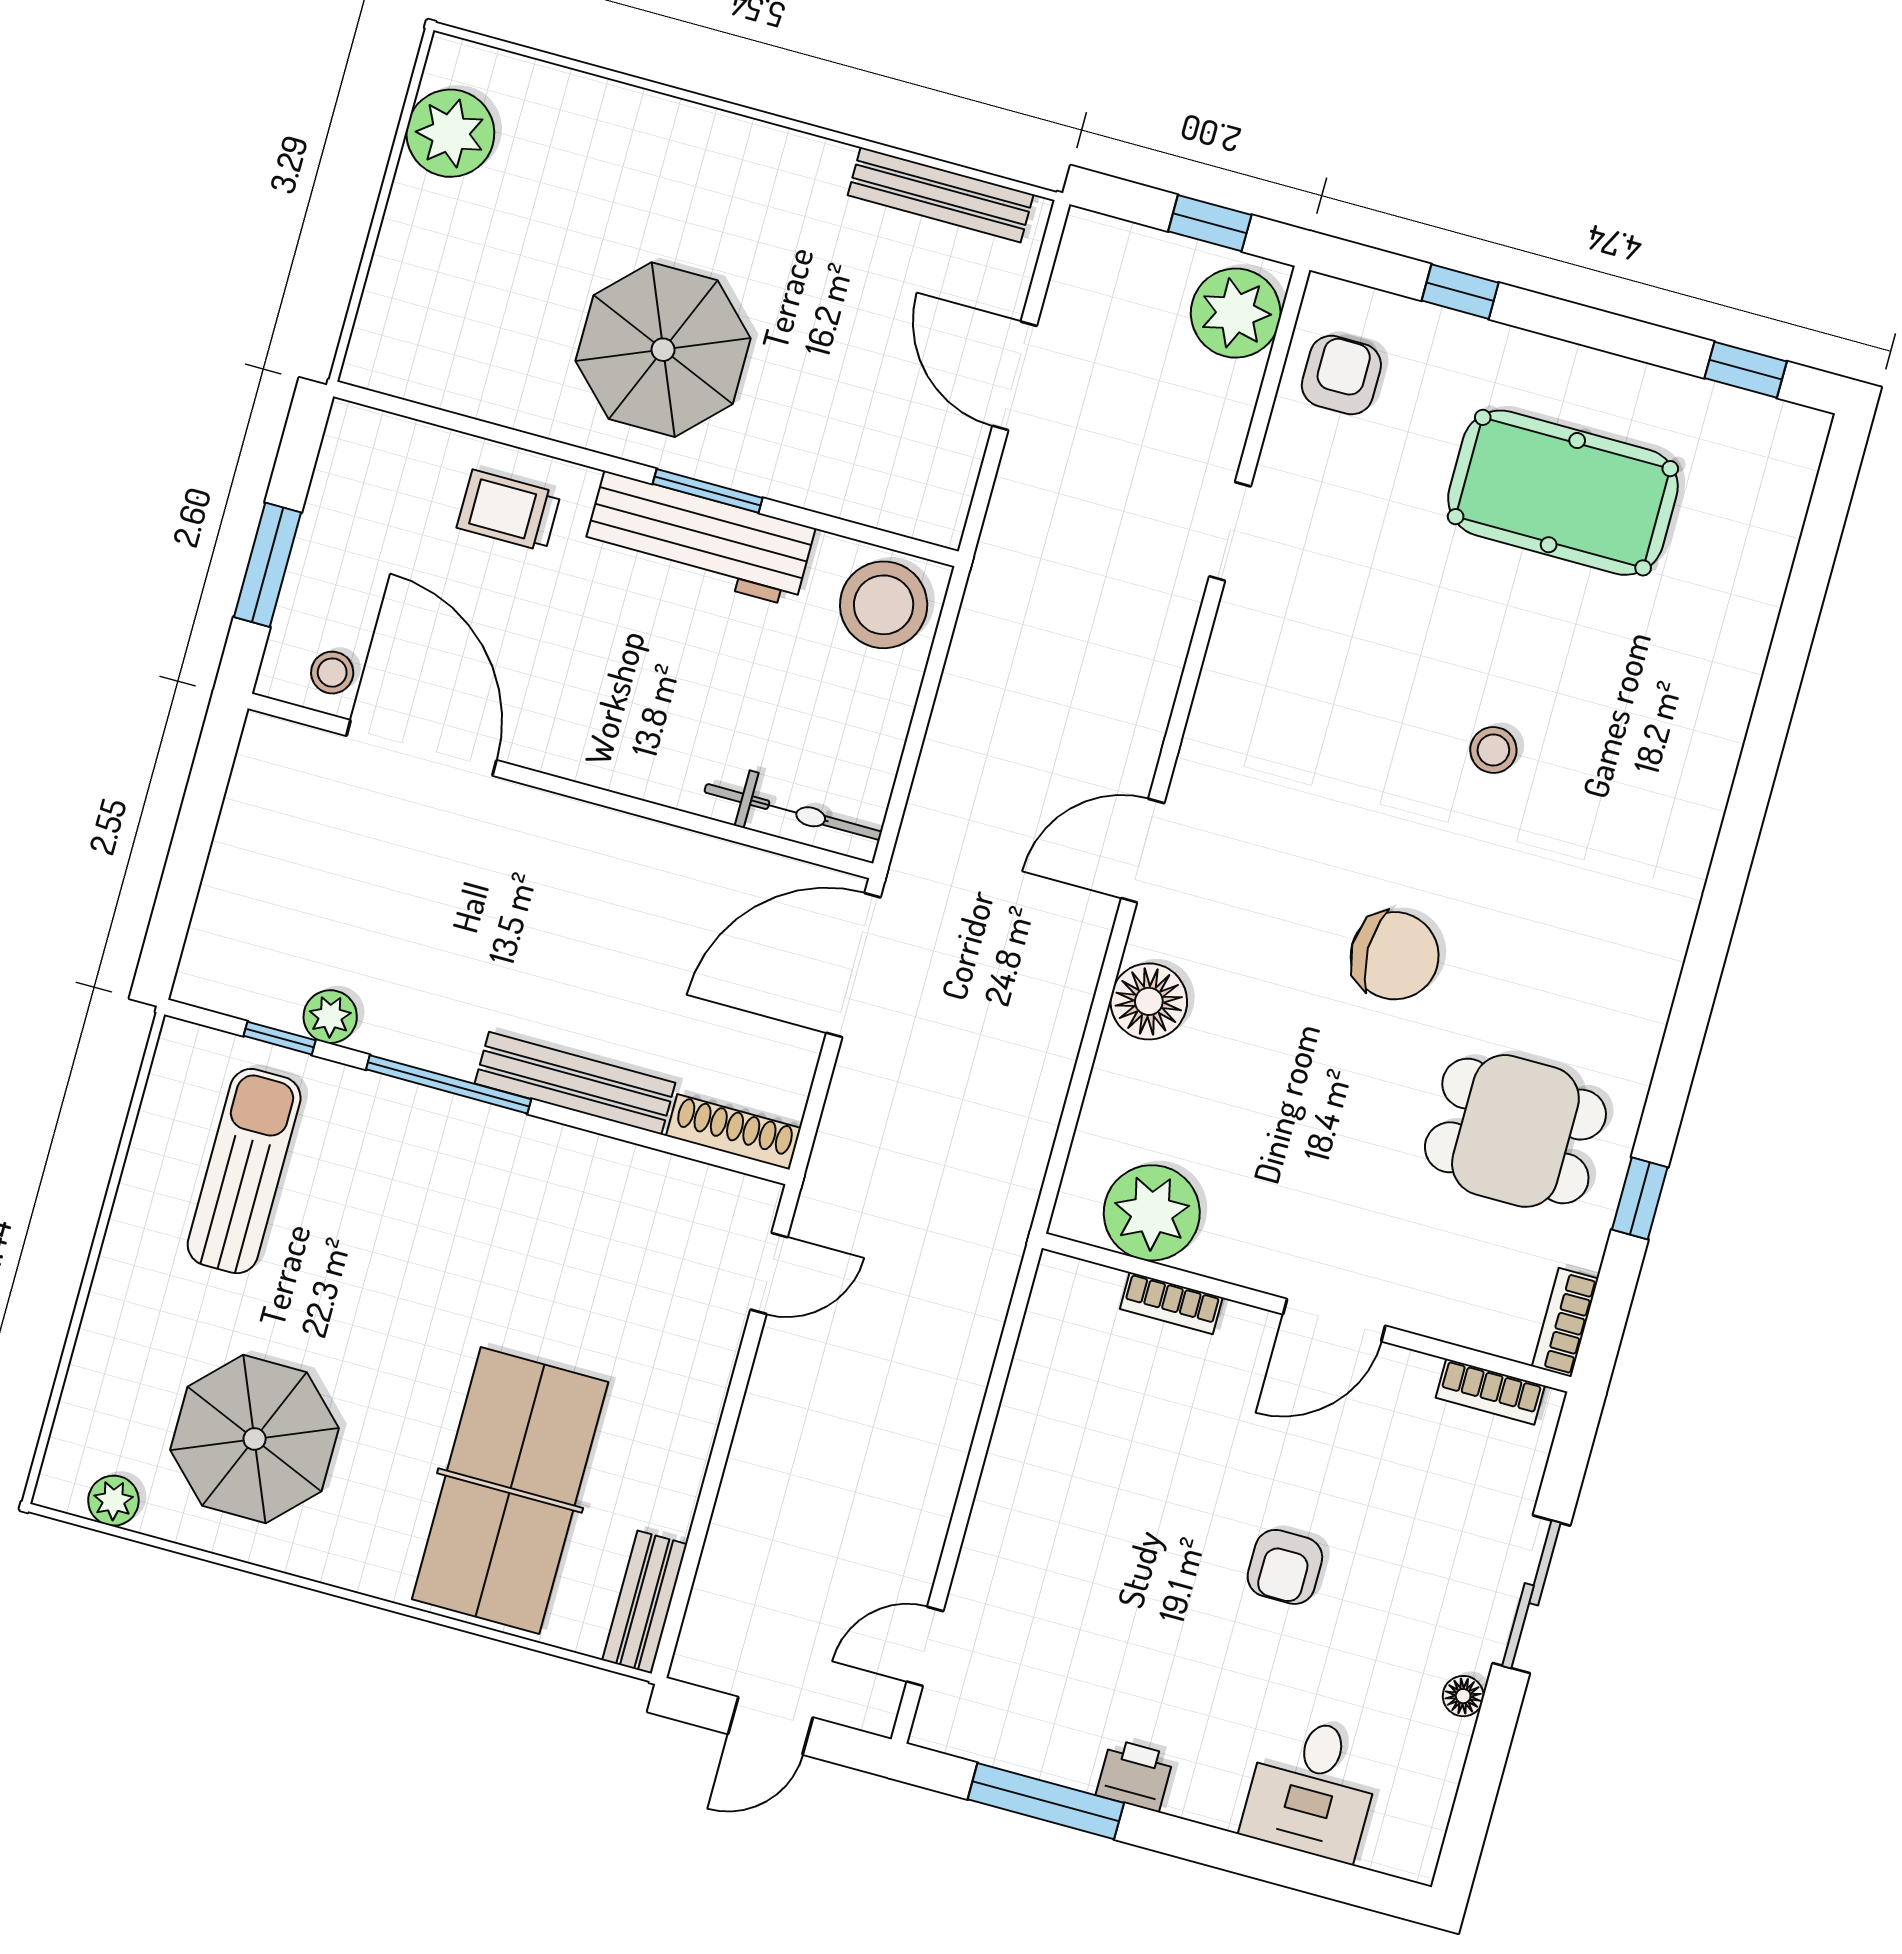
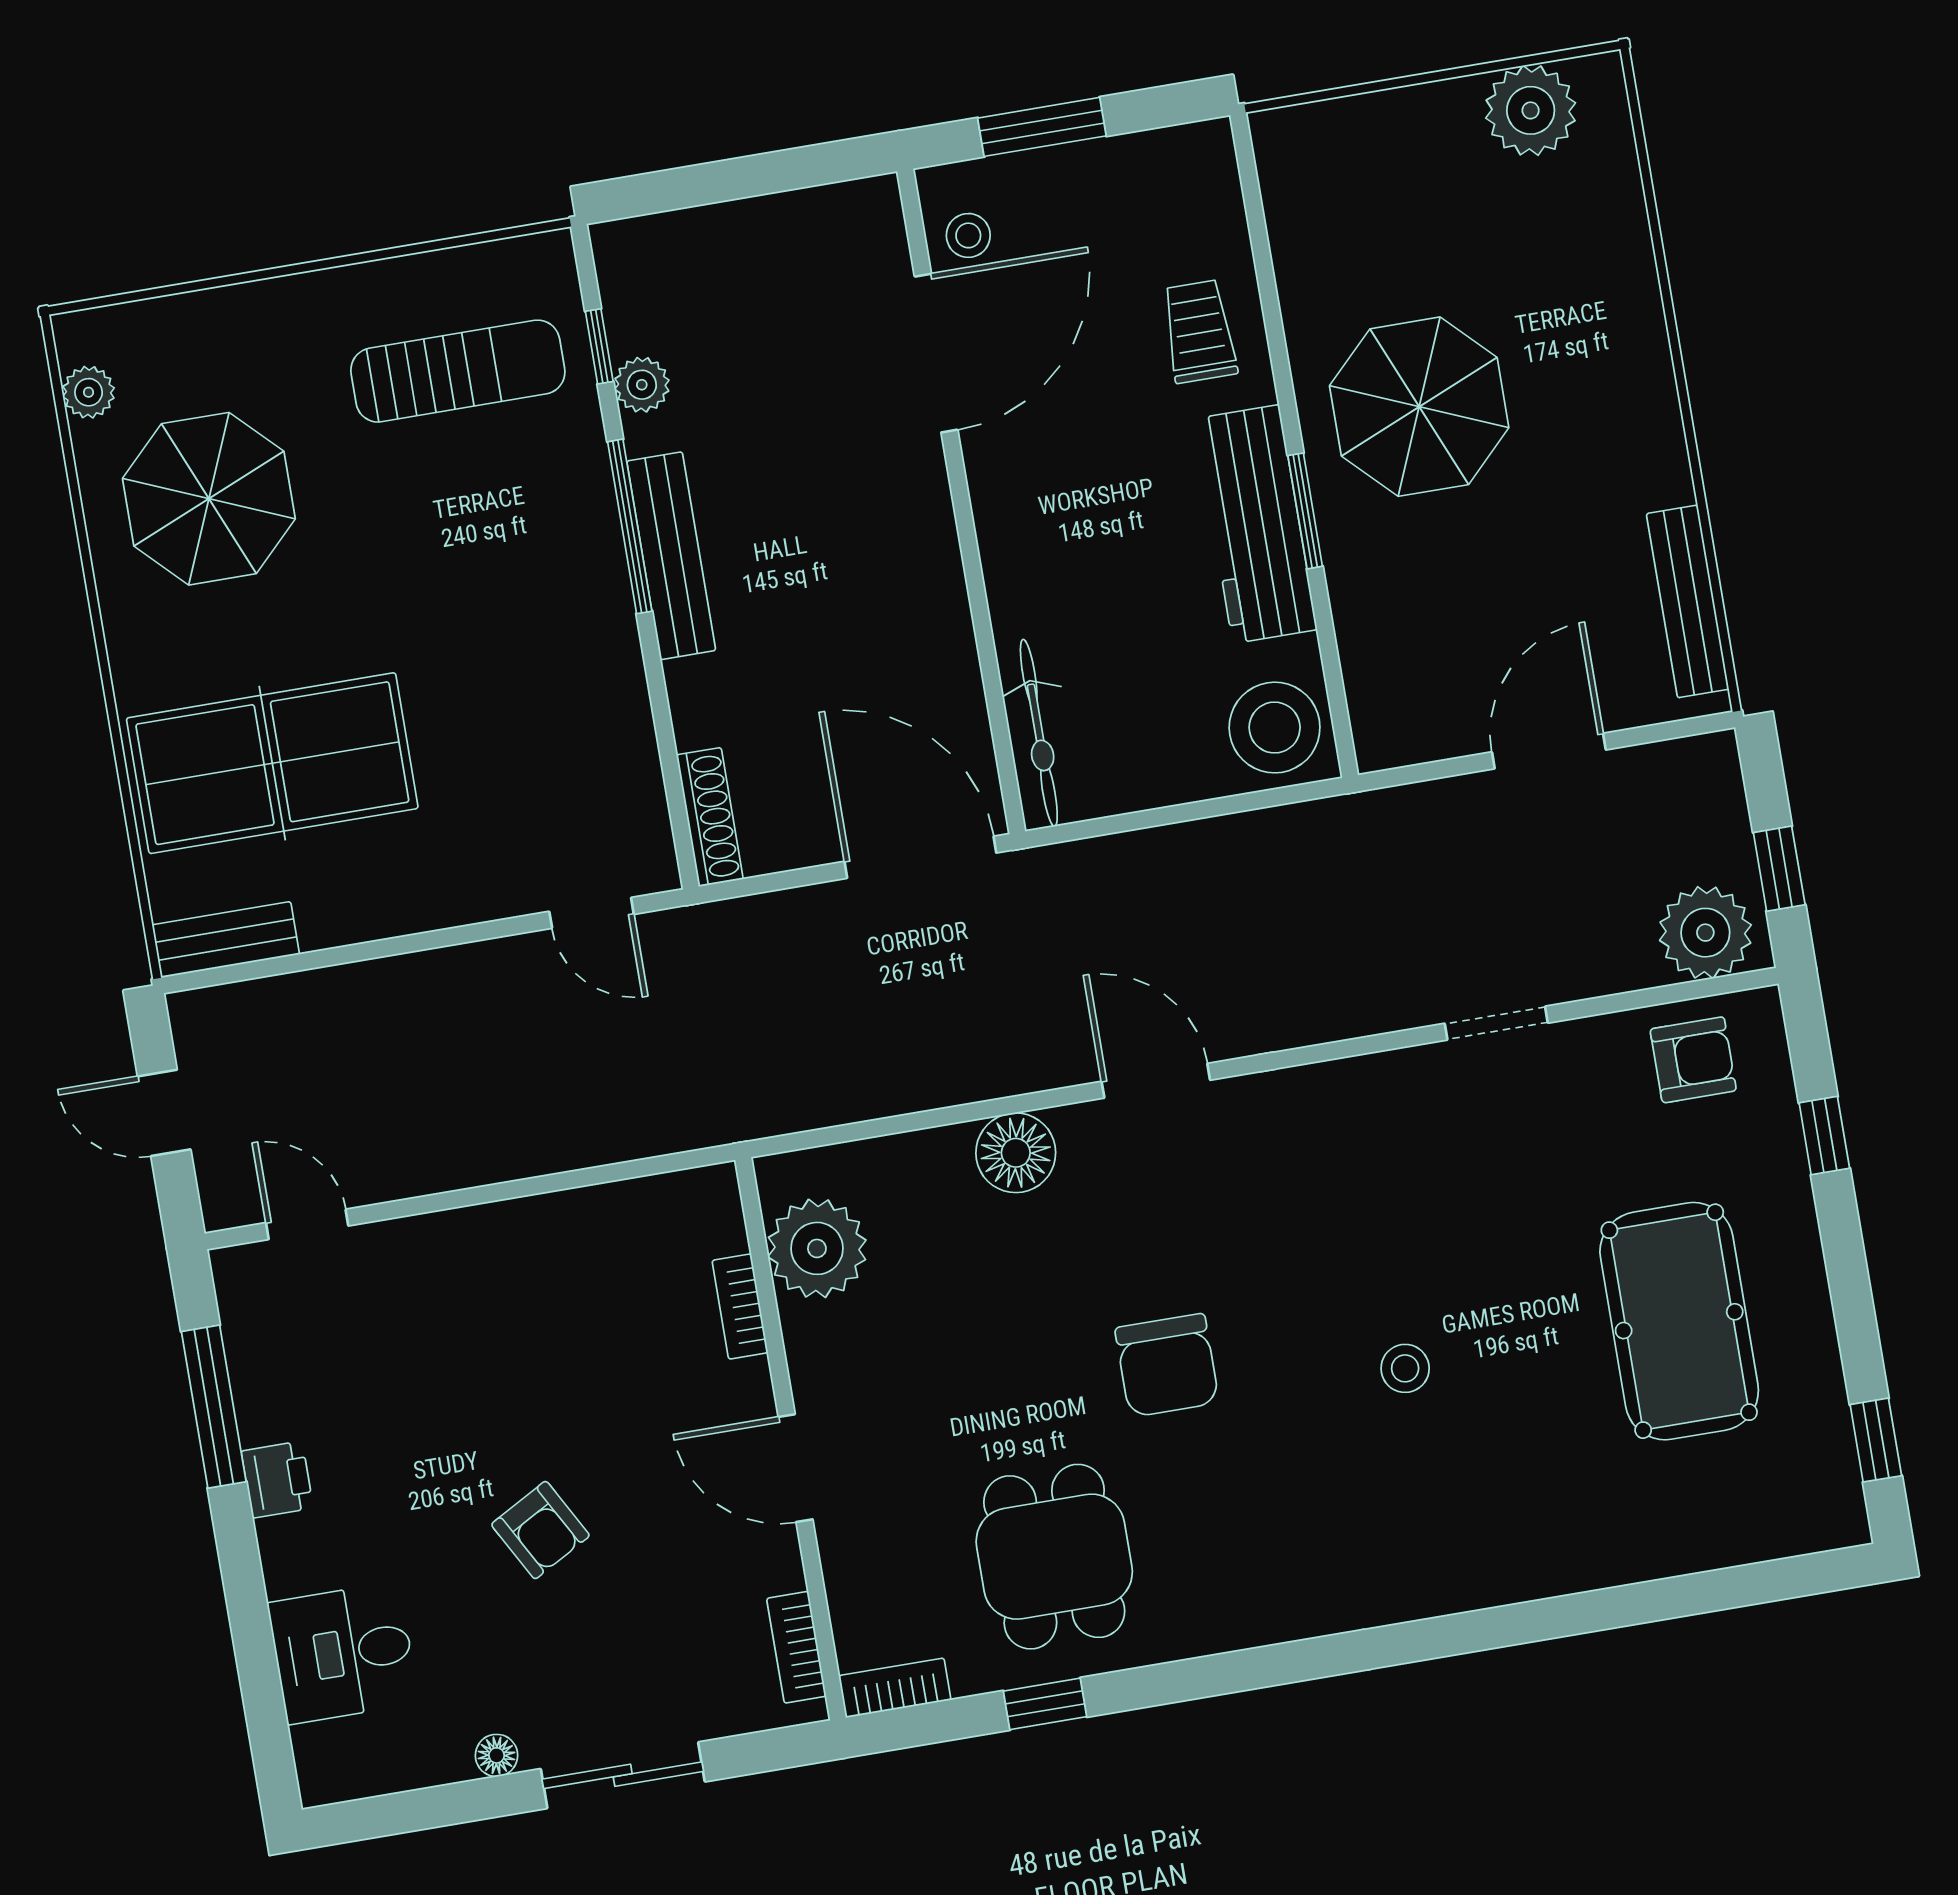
bench: (575, 1083) -> (671, 556), moved
armchair: (1285, 1567) -> (540, 1530), turned -119

